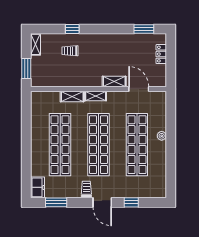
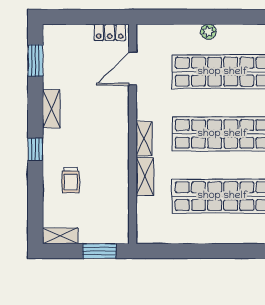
window: (72, 29) -> (35, 149), moved
locker: (161, 54) -> (110, 32), moved
shelving: (114, 81) -> (51, 109), moved

